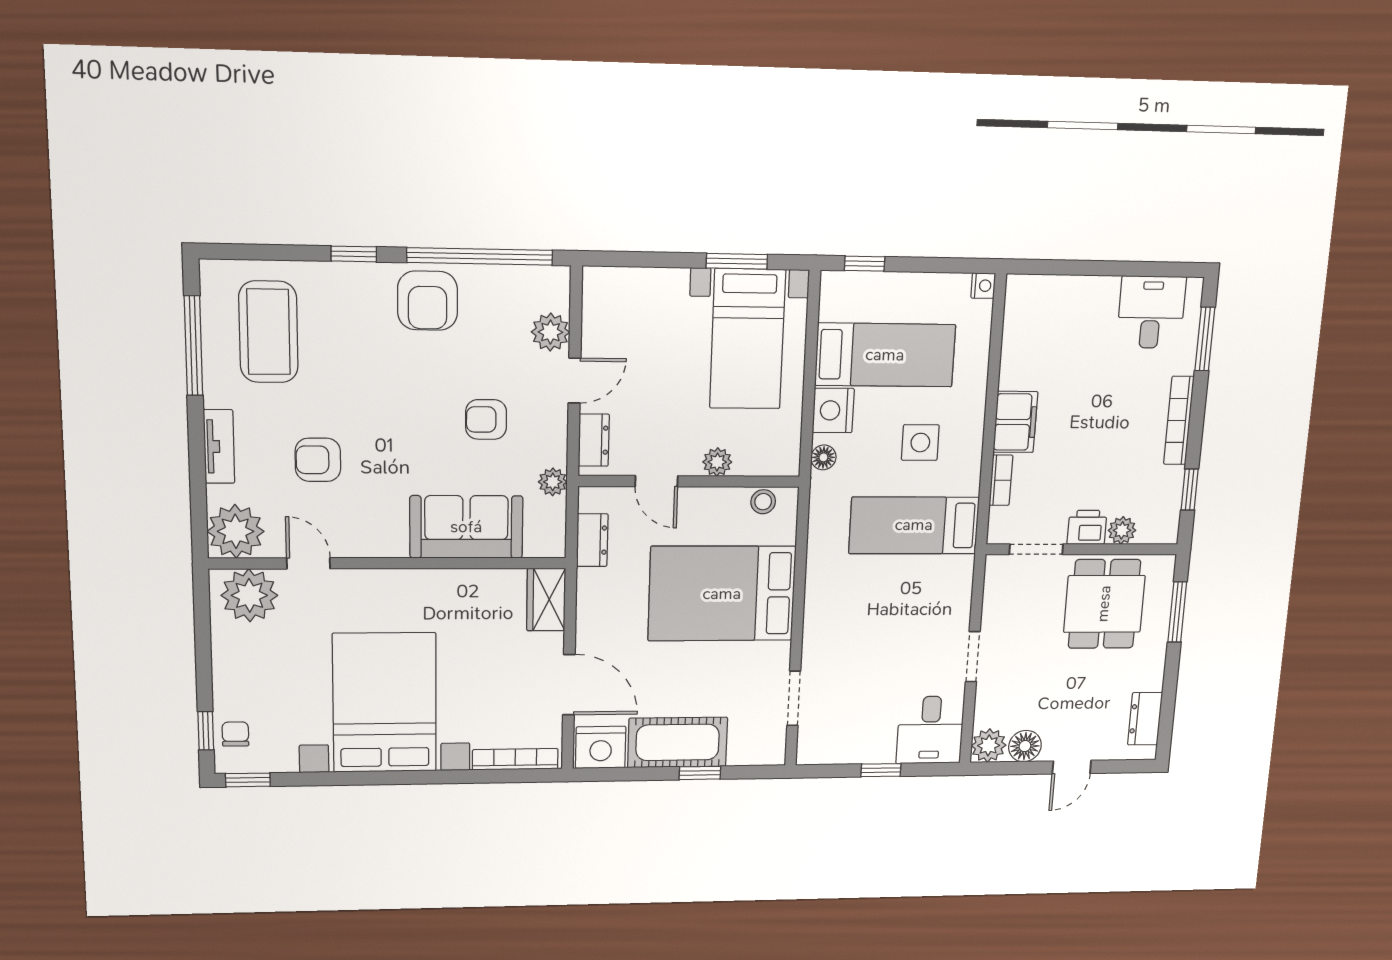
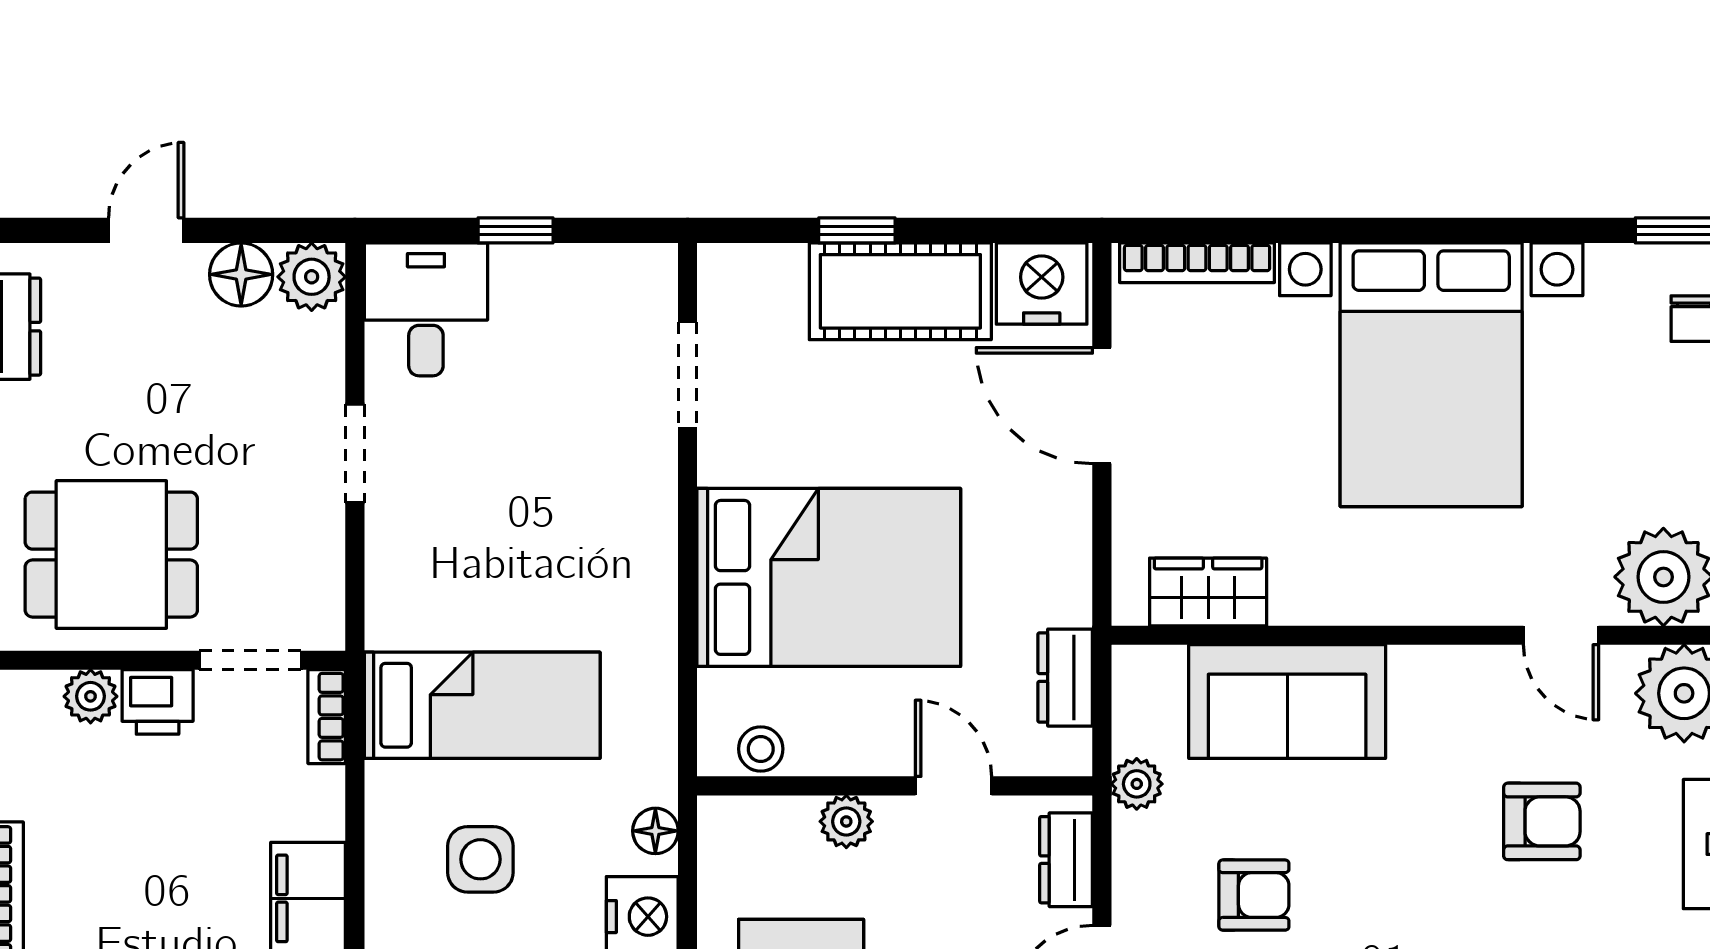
bookcase: (1001, 480) -> (327, 717), moved
wardrobe: (546, 599) -> (1208, 592), moved, turned -90
dining table: (1104, 604) -> (111, 555), turned 90

